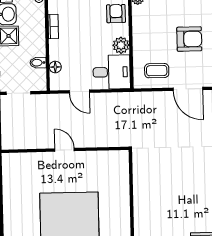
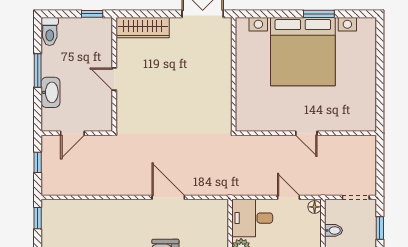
floor lamp: (55, 67) -> (315, 207), moved
coffee table: (157, 71) -> (202, 218), removed

